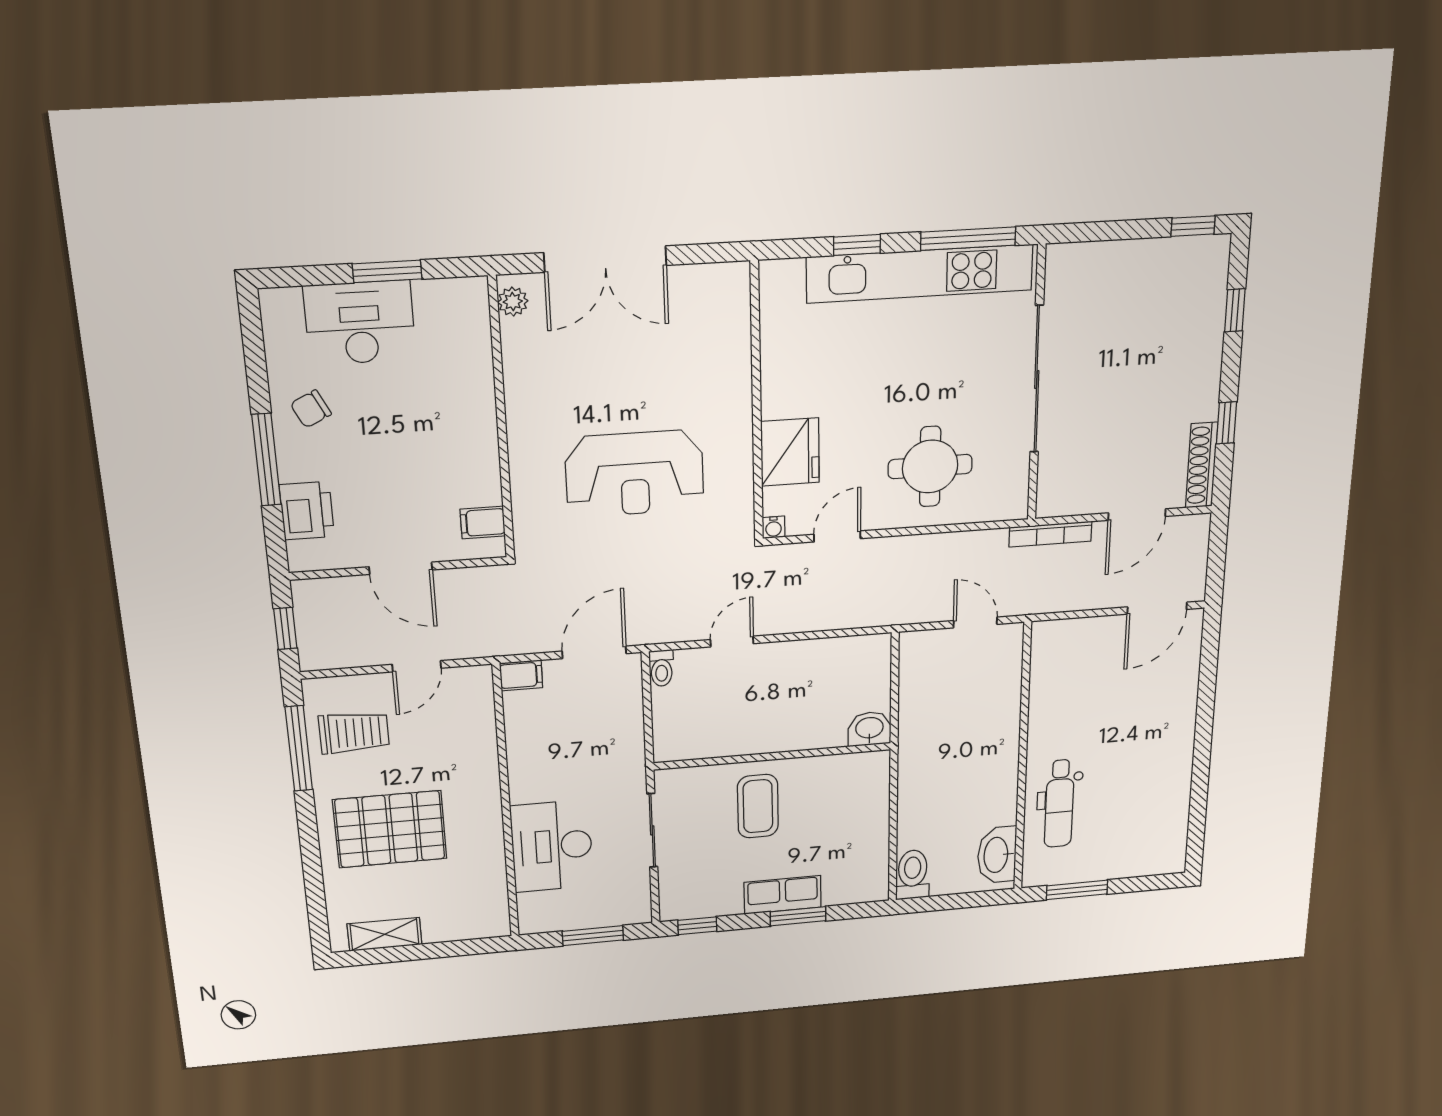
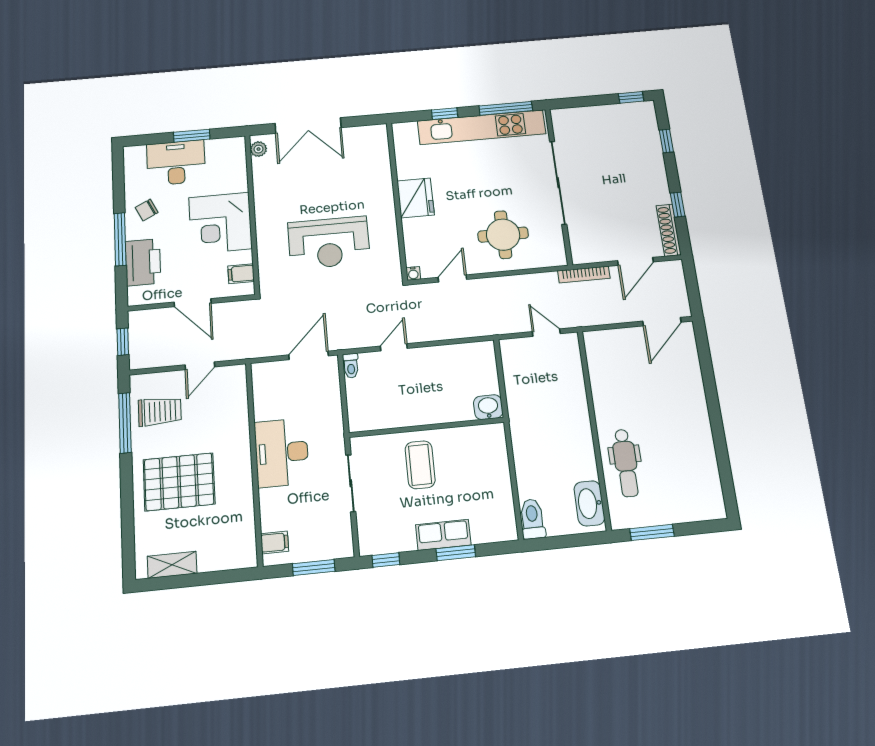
corner desk: (445, 436) -> (220, 223), added
fridge: (790, 452) -> (416, 198), moved
printer: (307, 511) -> (143, 262), width x1.37, depth x1.19
filing cabinet: (521, 675) -> (275, 542), moved
desk: (552, 846) -> (282, 453), moved

